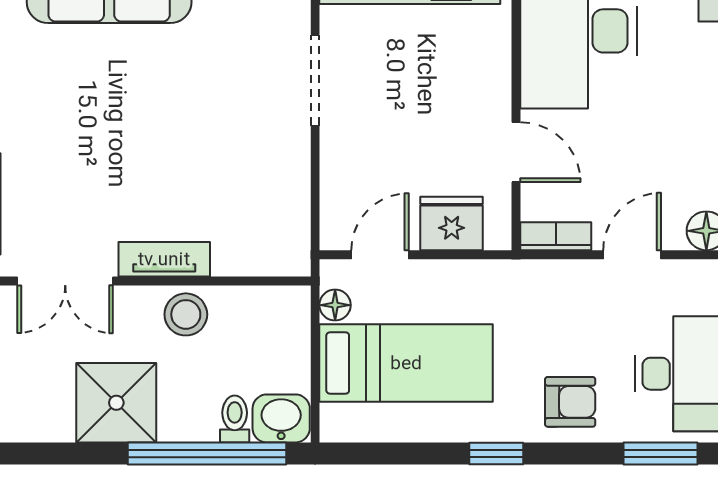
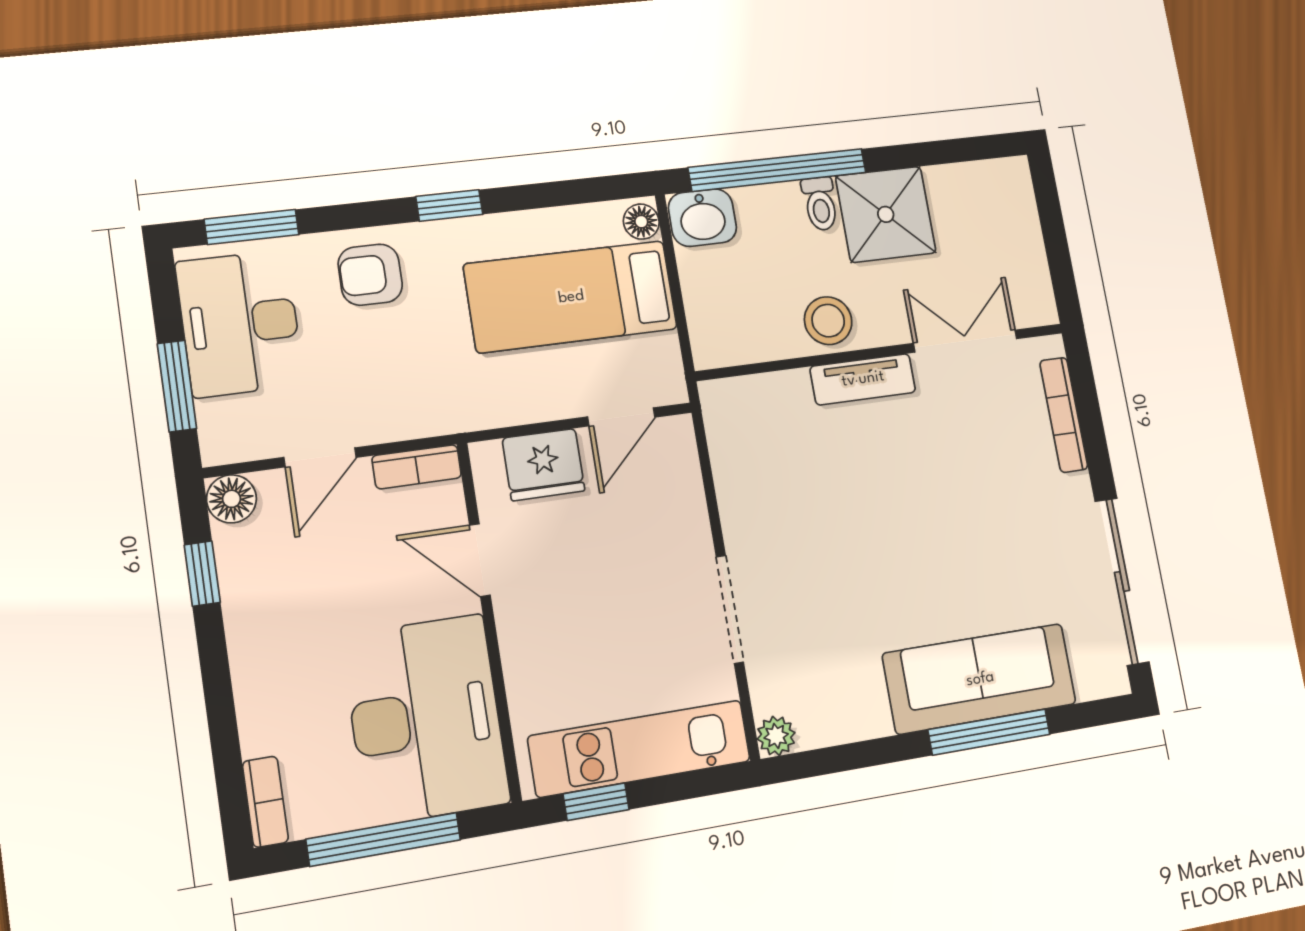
floor lamp: (335, 305) -> (641, 222), moved
toilet: (235, 419) -> (820, 204), moved

